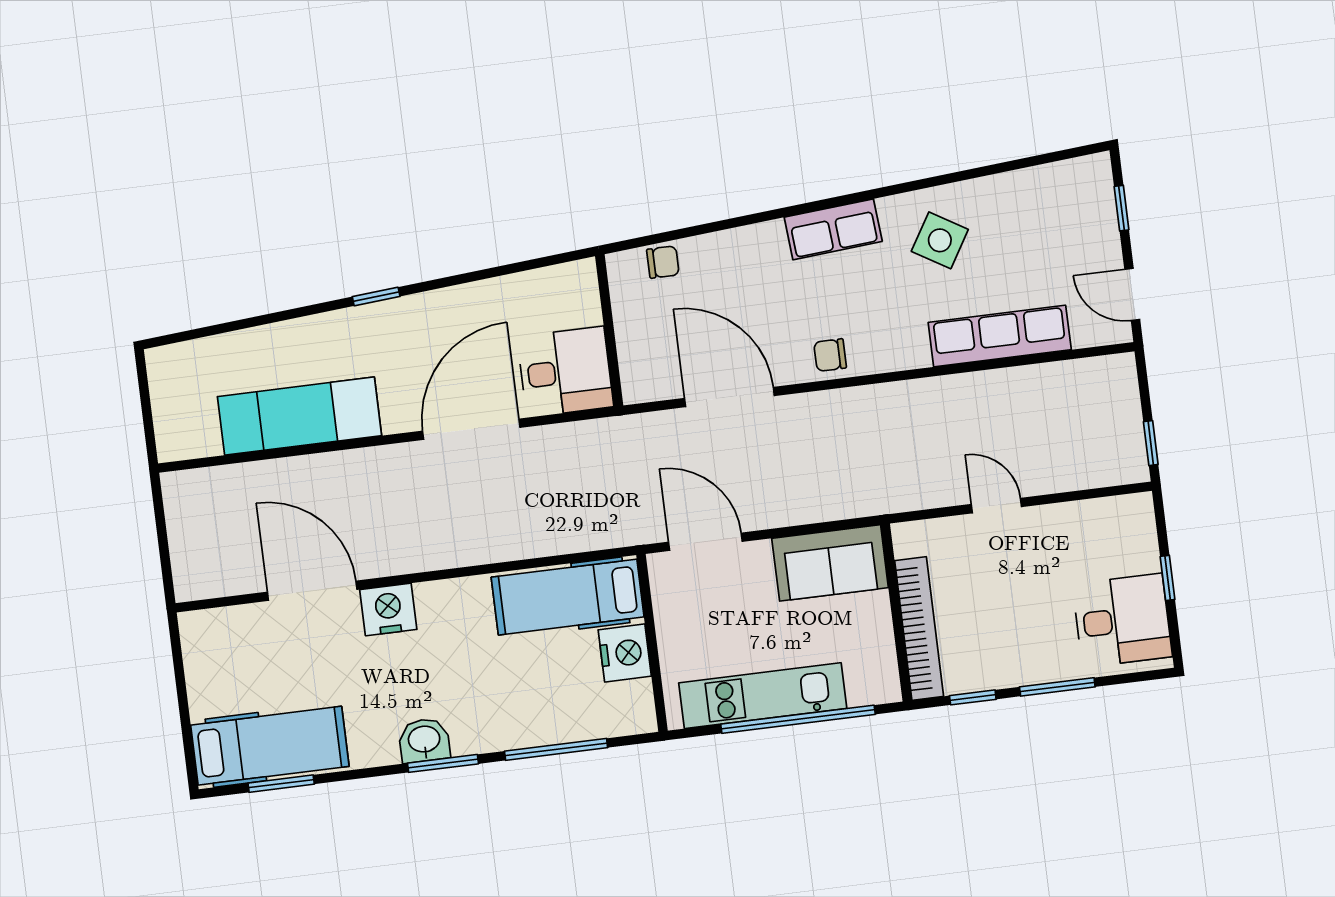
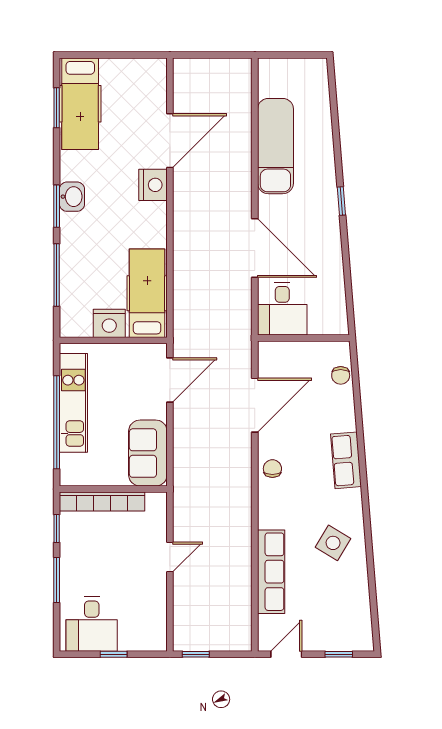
row of seats: (833, 229) -> (346, 460), moved

